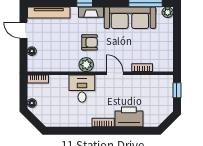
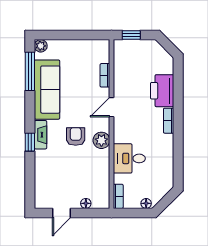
tv unit: (49, 13) -> (41, 184), removed
desk: (82, 89) -> (129, 158), moved

